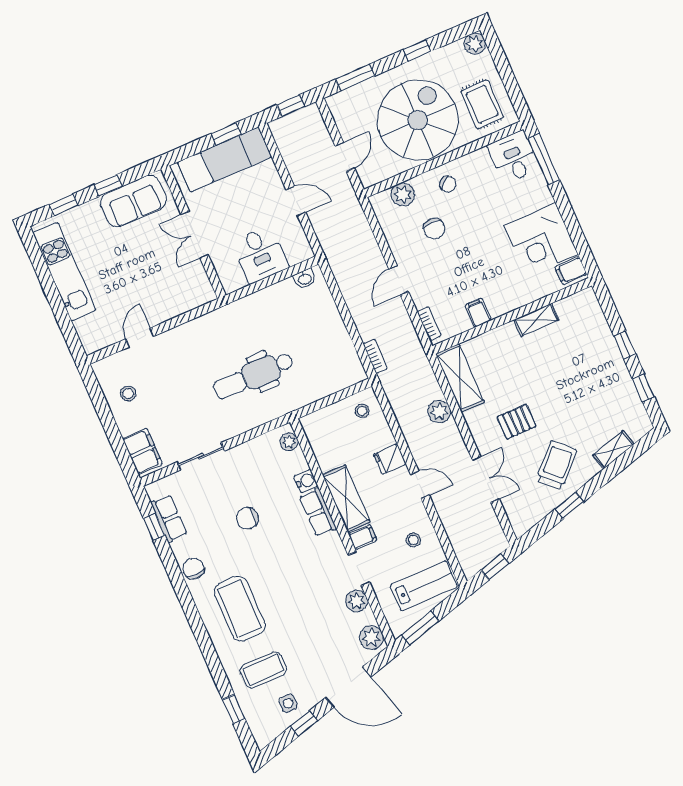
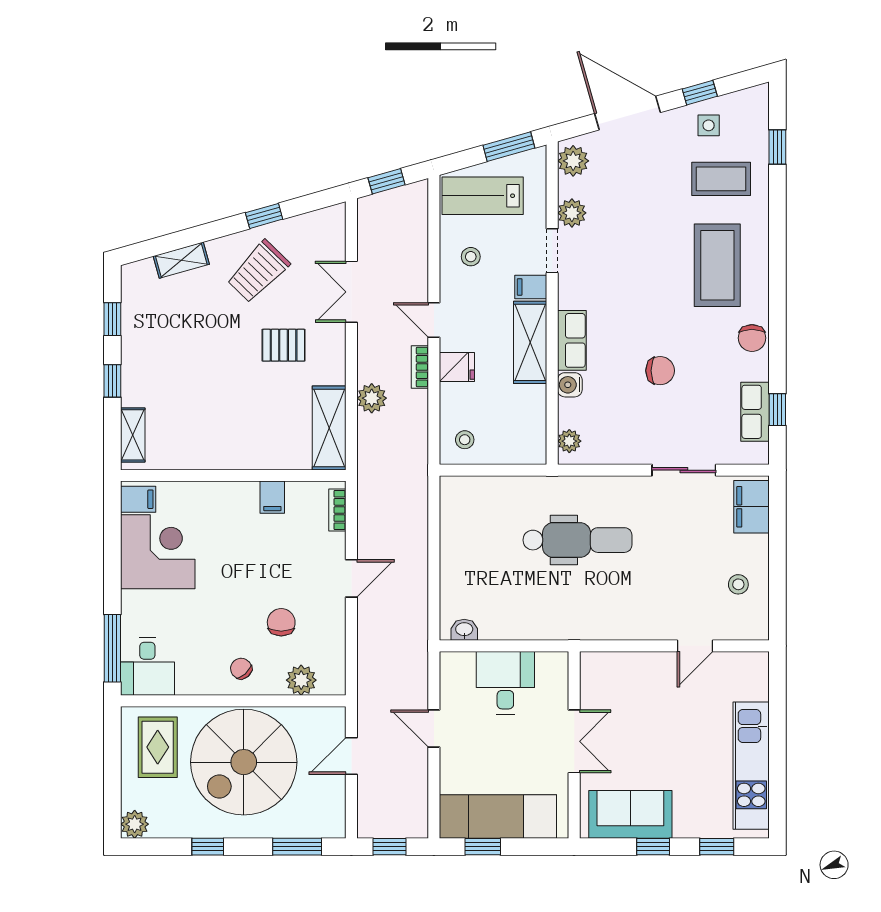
shelving: (536, 320) -> (133, 435), moved, turned 90
bookcase: (375, 356) -> (420, 367), moved

